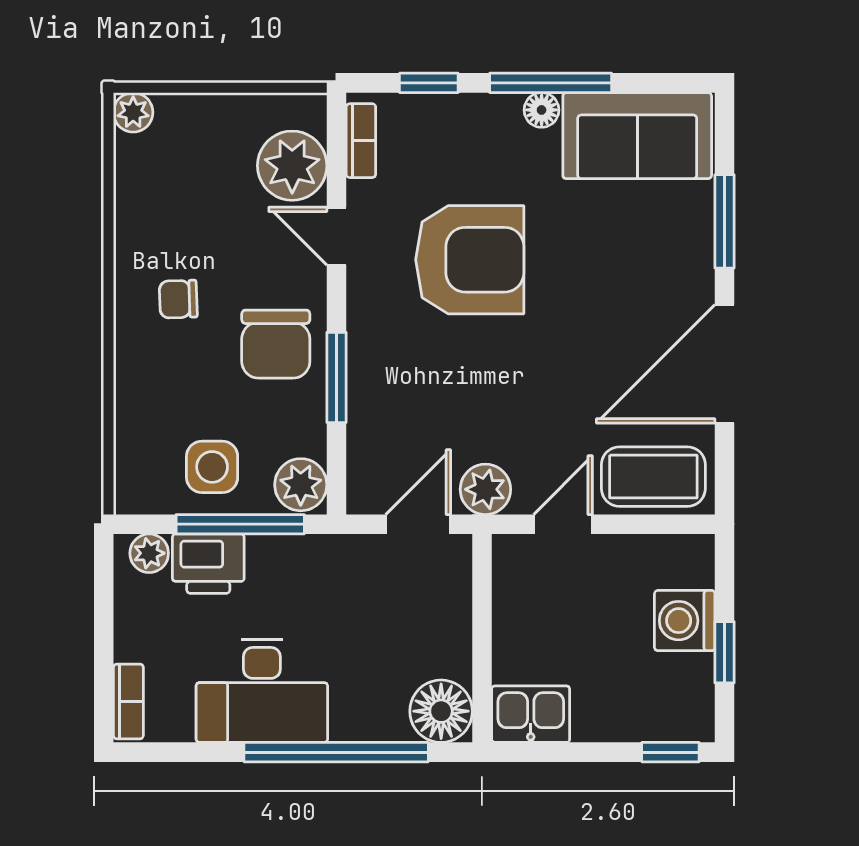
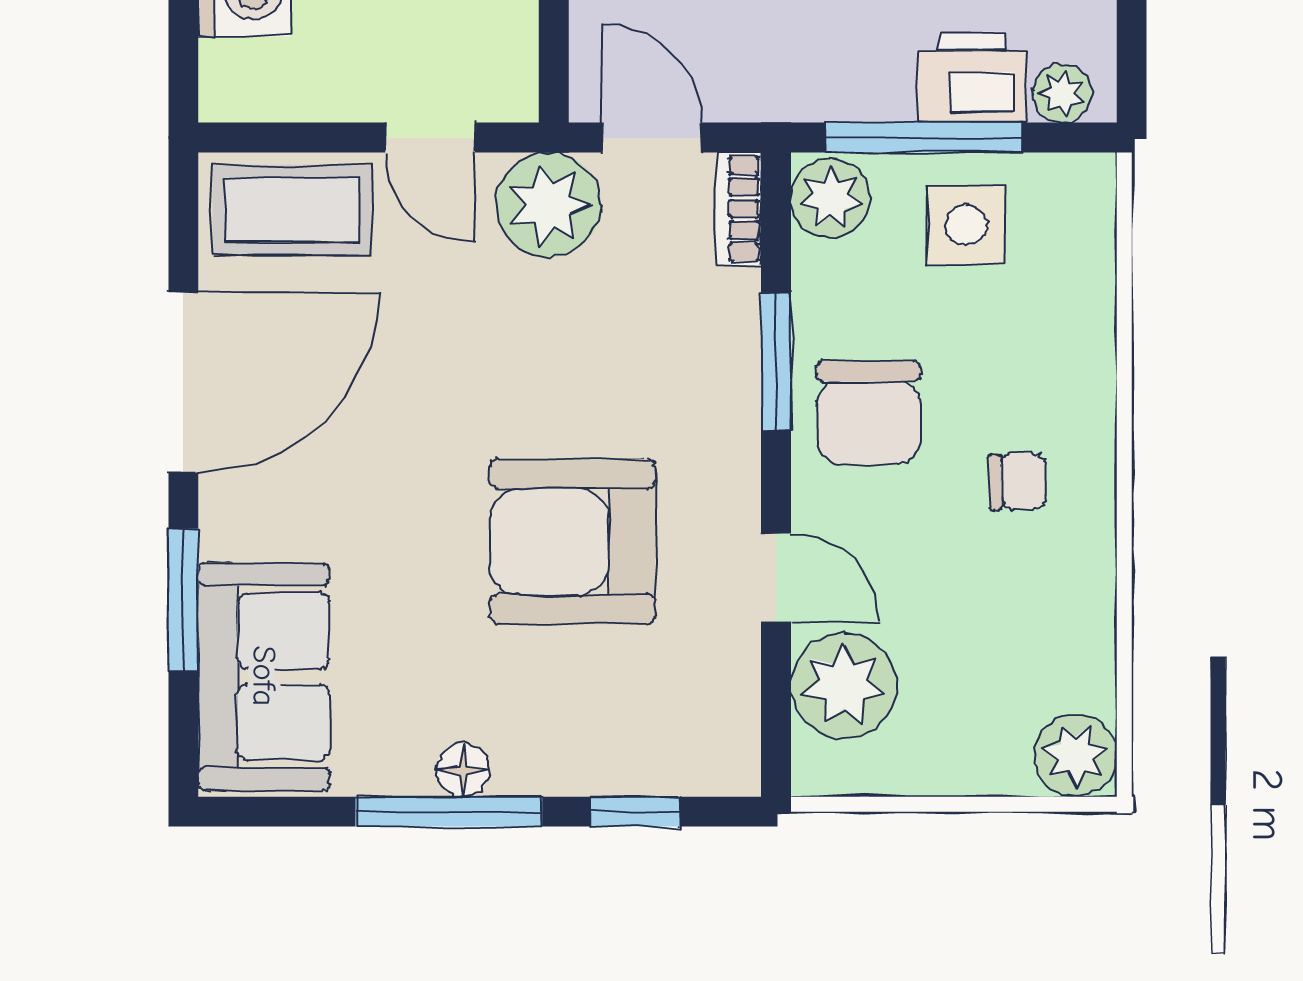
plant: (133, 112) -> (1075, 755), width x1.38, depth x1.38
sofa: (637, 136) -> (264, 676), moved, turned 90
bookcase: (361, 141) -> (739, 209), moved
chair: (276, 344) -> (869, 413), turned 180
plant: (485, 489) -> (549, 205), width x1.36, depth x1.36
door: (418, 524) -> (651, 138), swing flipped
door: (563, 524) -> (430, 138), hinge flipped

